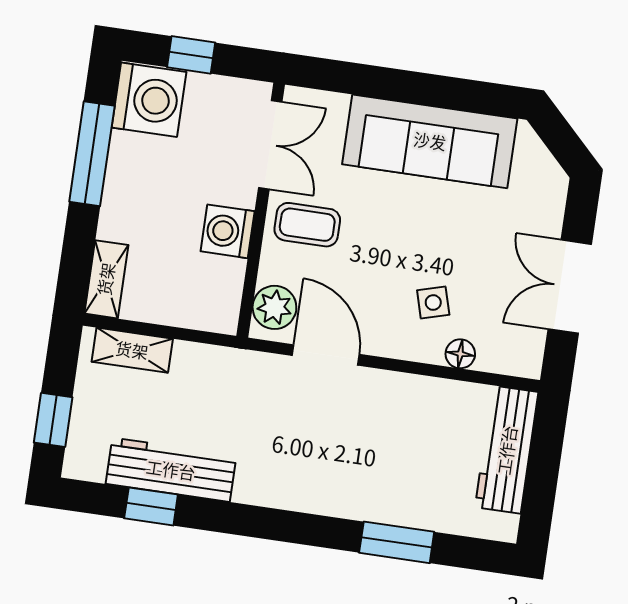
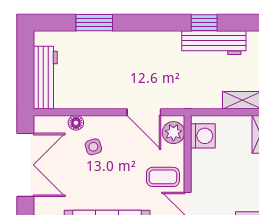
washing machine: (228, 231) -> (203, 136), moved
double door: (570, 287) -> (25, 165), width x1.37
window: (151, 506) -> (204, 23), moved

